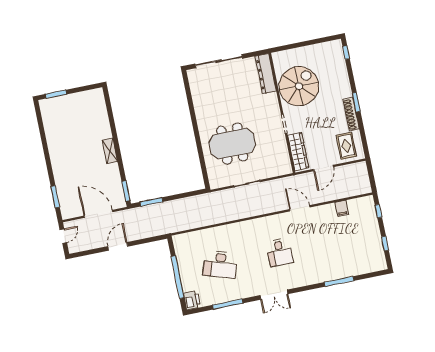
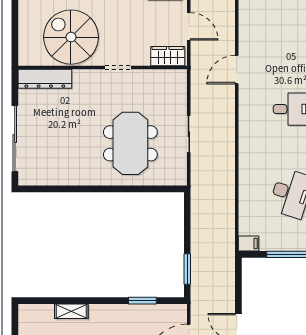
shelving: (110, 151) -> (71, 311), moved
wardrobe: (298, 151) -> (168, 56), width x0.67
window: (126, 191) -> (142, 301), moved
filing cabinet: (342, 208) -> (248, 244), moved

